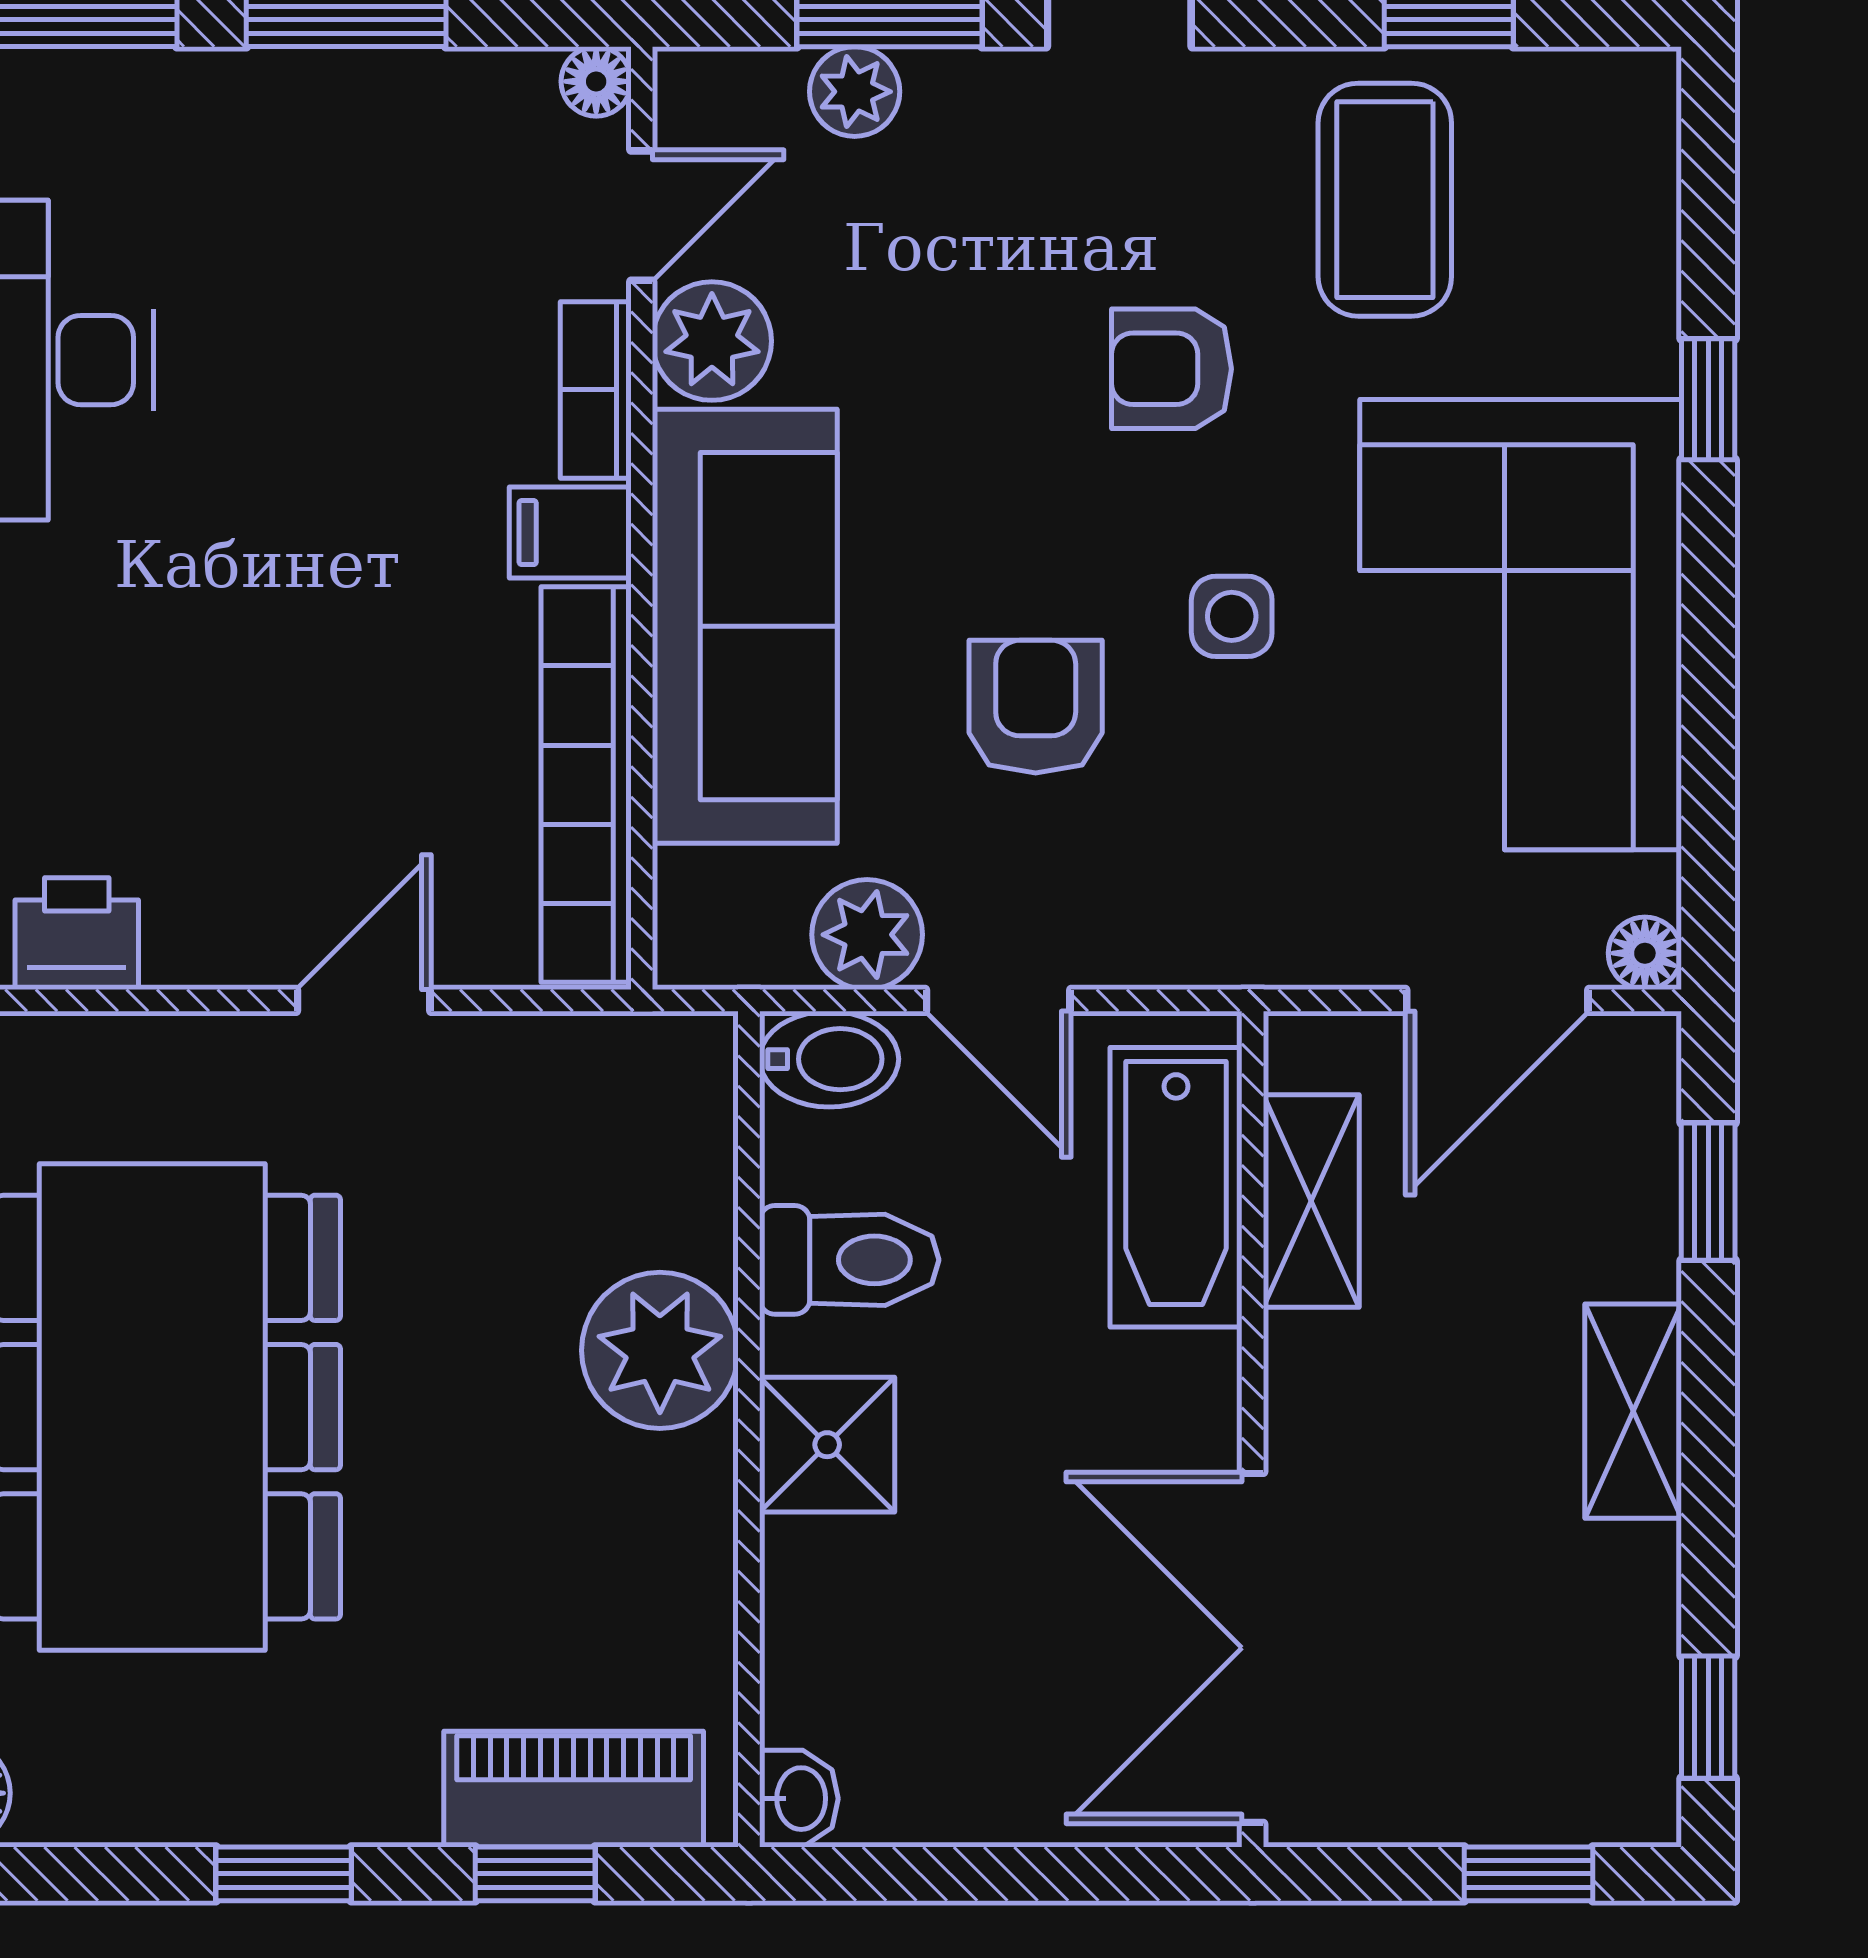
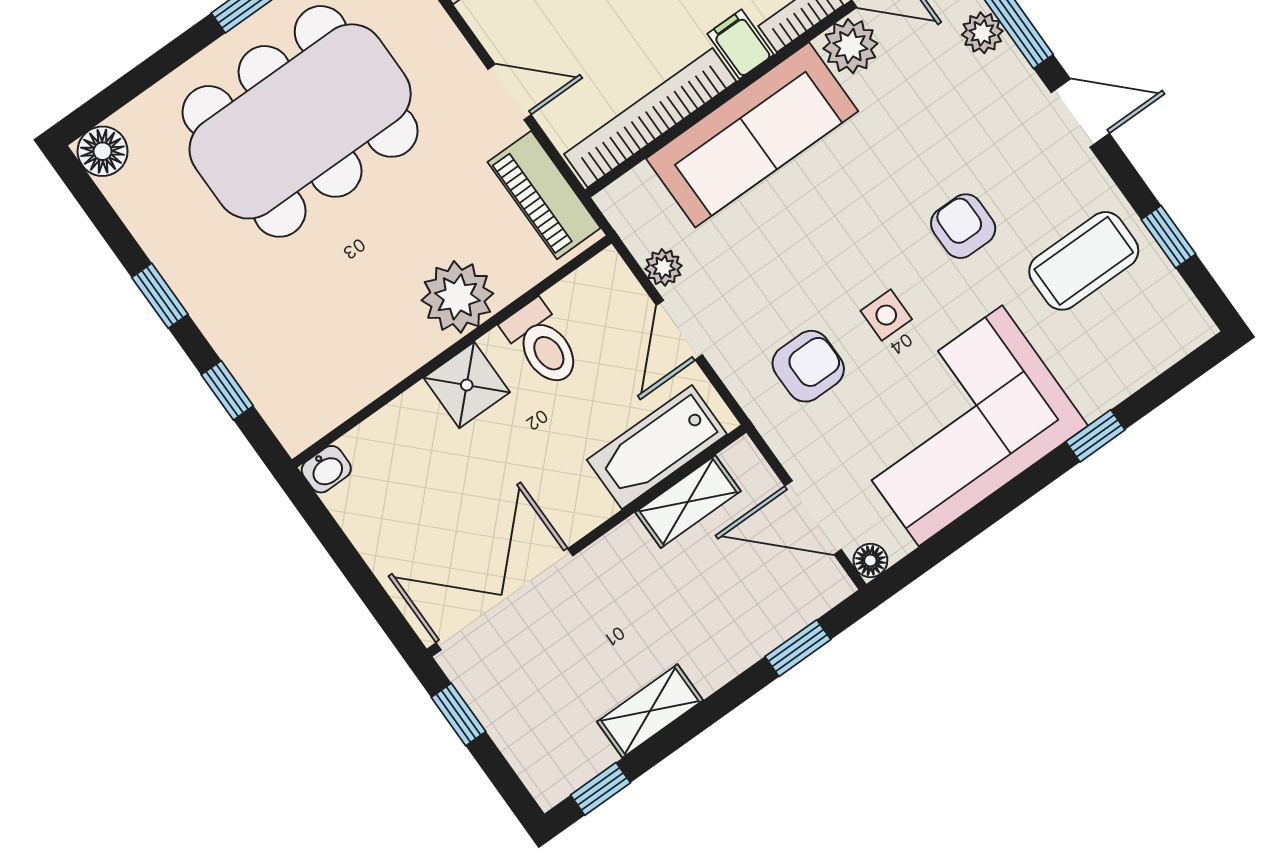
armchair: (1036, 707) -> (808, 366), moved
plant: (867, 935) -> (663, 267), width x0.73, depth x0.73
bidet: (829, 1059) -> (612, 282), removed
shelving: (1633, 1411) -> (650, 711), moved
piano: (574, 1789) -> (544, 195), moved, turned 180
window: (1528, 1874) -> (459, 714), moved

